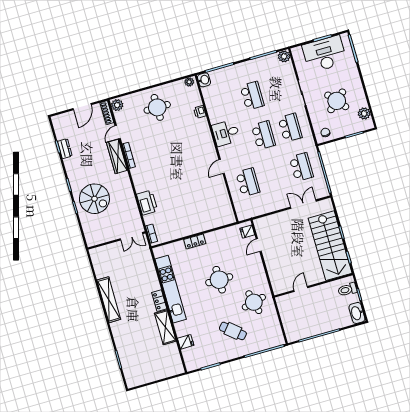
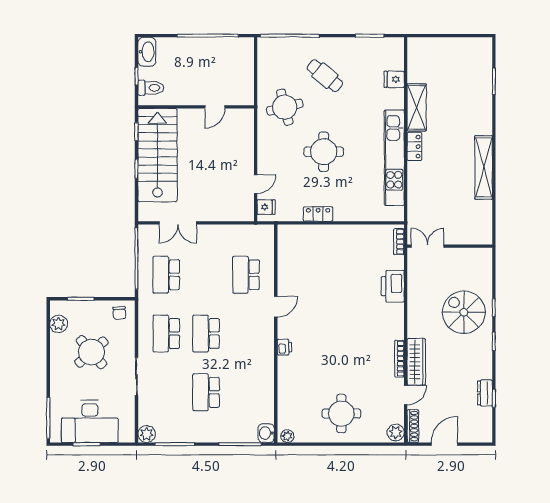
printer: (200, 112) -> (284, 347), moved
desk: (226, 133) -> (257, 351), removed
locker: (195, 241) -> (318, 214), moved

